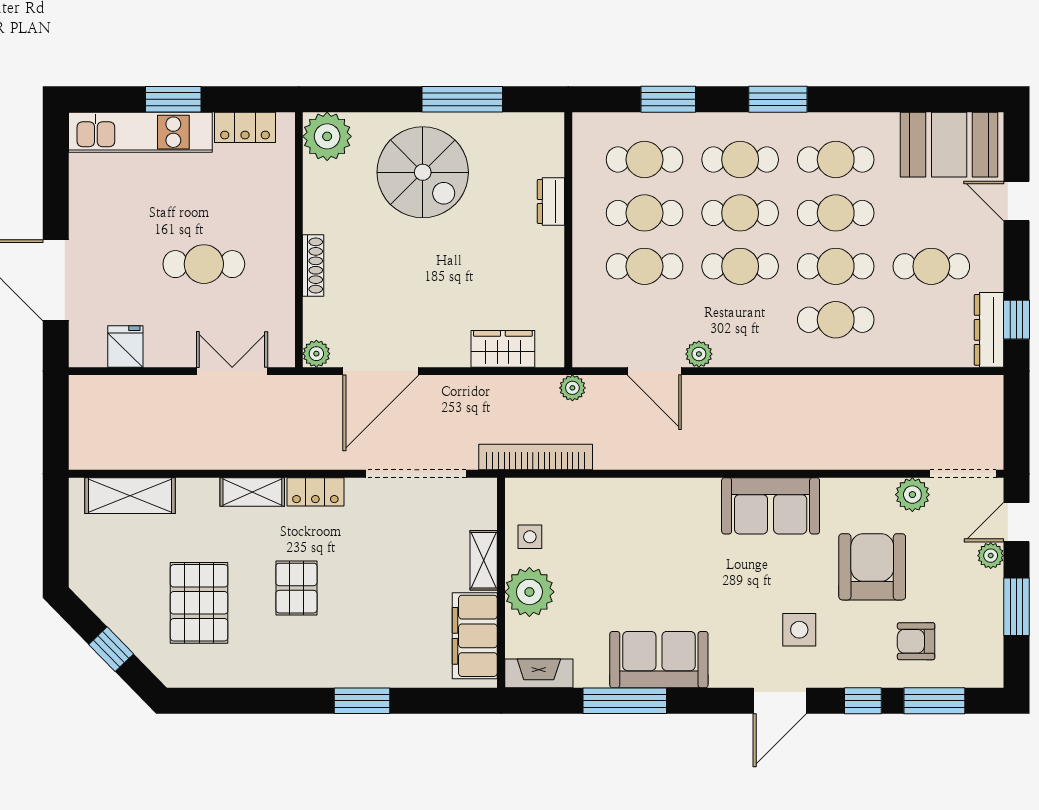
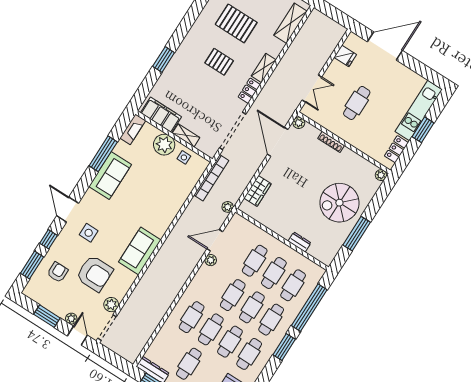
window: (668, 99) -> (309, 308), width x2.11
plant: (327, 136) -> (381, 175), width x0.53, depth x0.53

